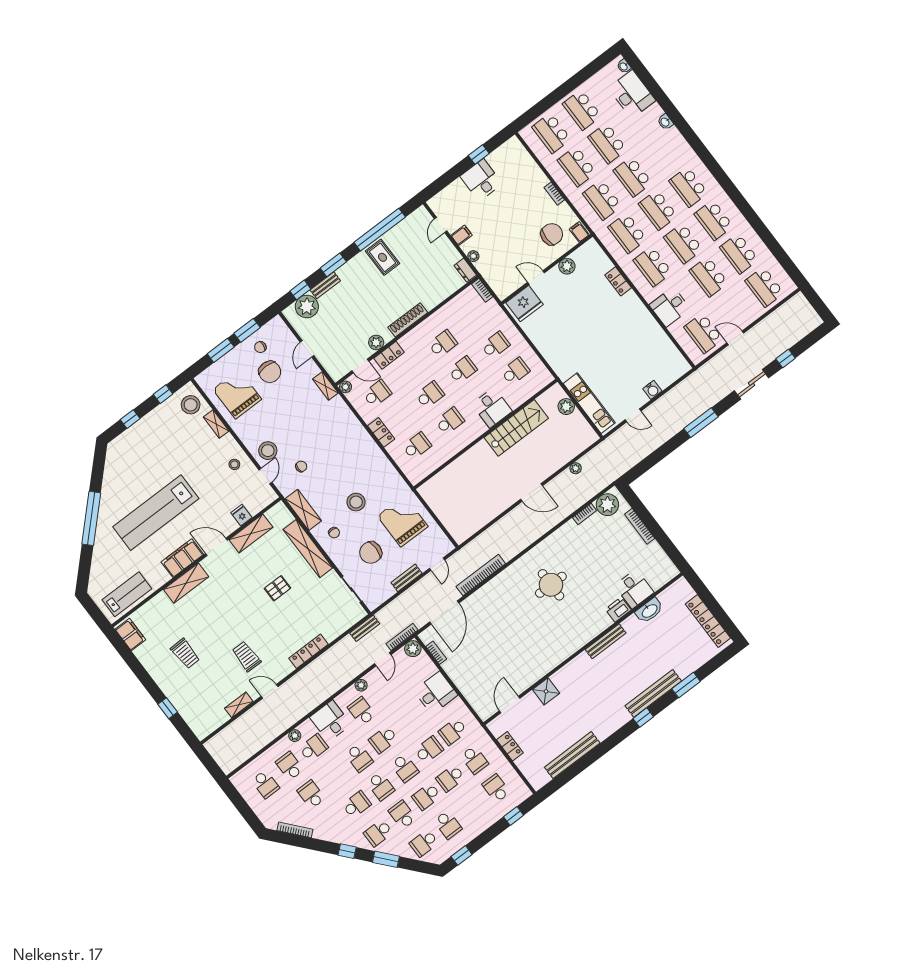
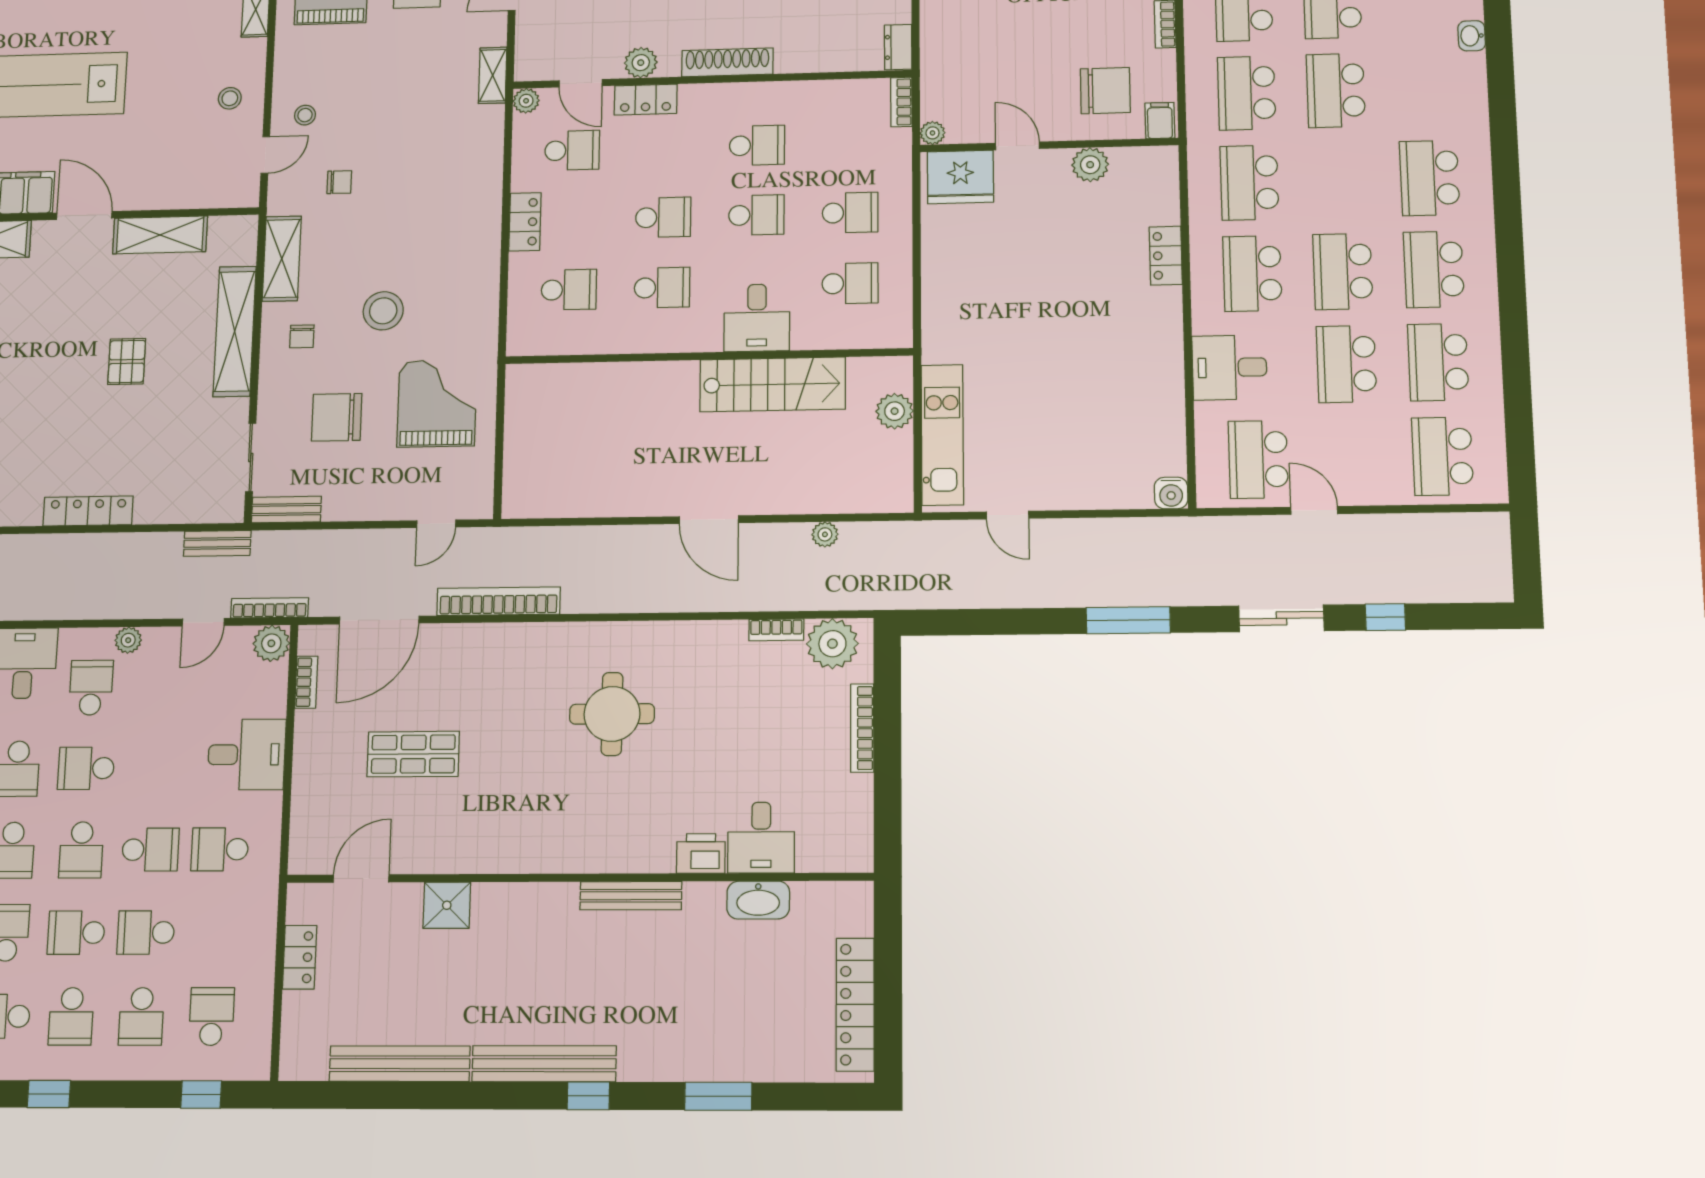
school desk: (658, 210) -> (1339, 180), removed
plant: (473, 256) -> (933, 133), moved
water cooler: (652, 390) -> (1171, 493), moved
stool: (268, 451) -> (305, 115), width x0.53, depth x0.53
fridge: (241, 515) -> (170, 192), removed
bench: (406, 578) -> (286, 510), moved
pallet: (278, 588) -> (127, 362), turned 90
shop shelf: (493, 649) -> (413, 754), added
bench: (653, 693) -> (544, 1064), moved
school desk: (474, 760) -> (141, 1016), moved

